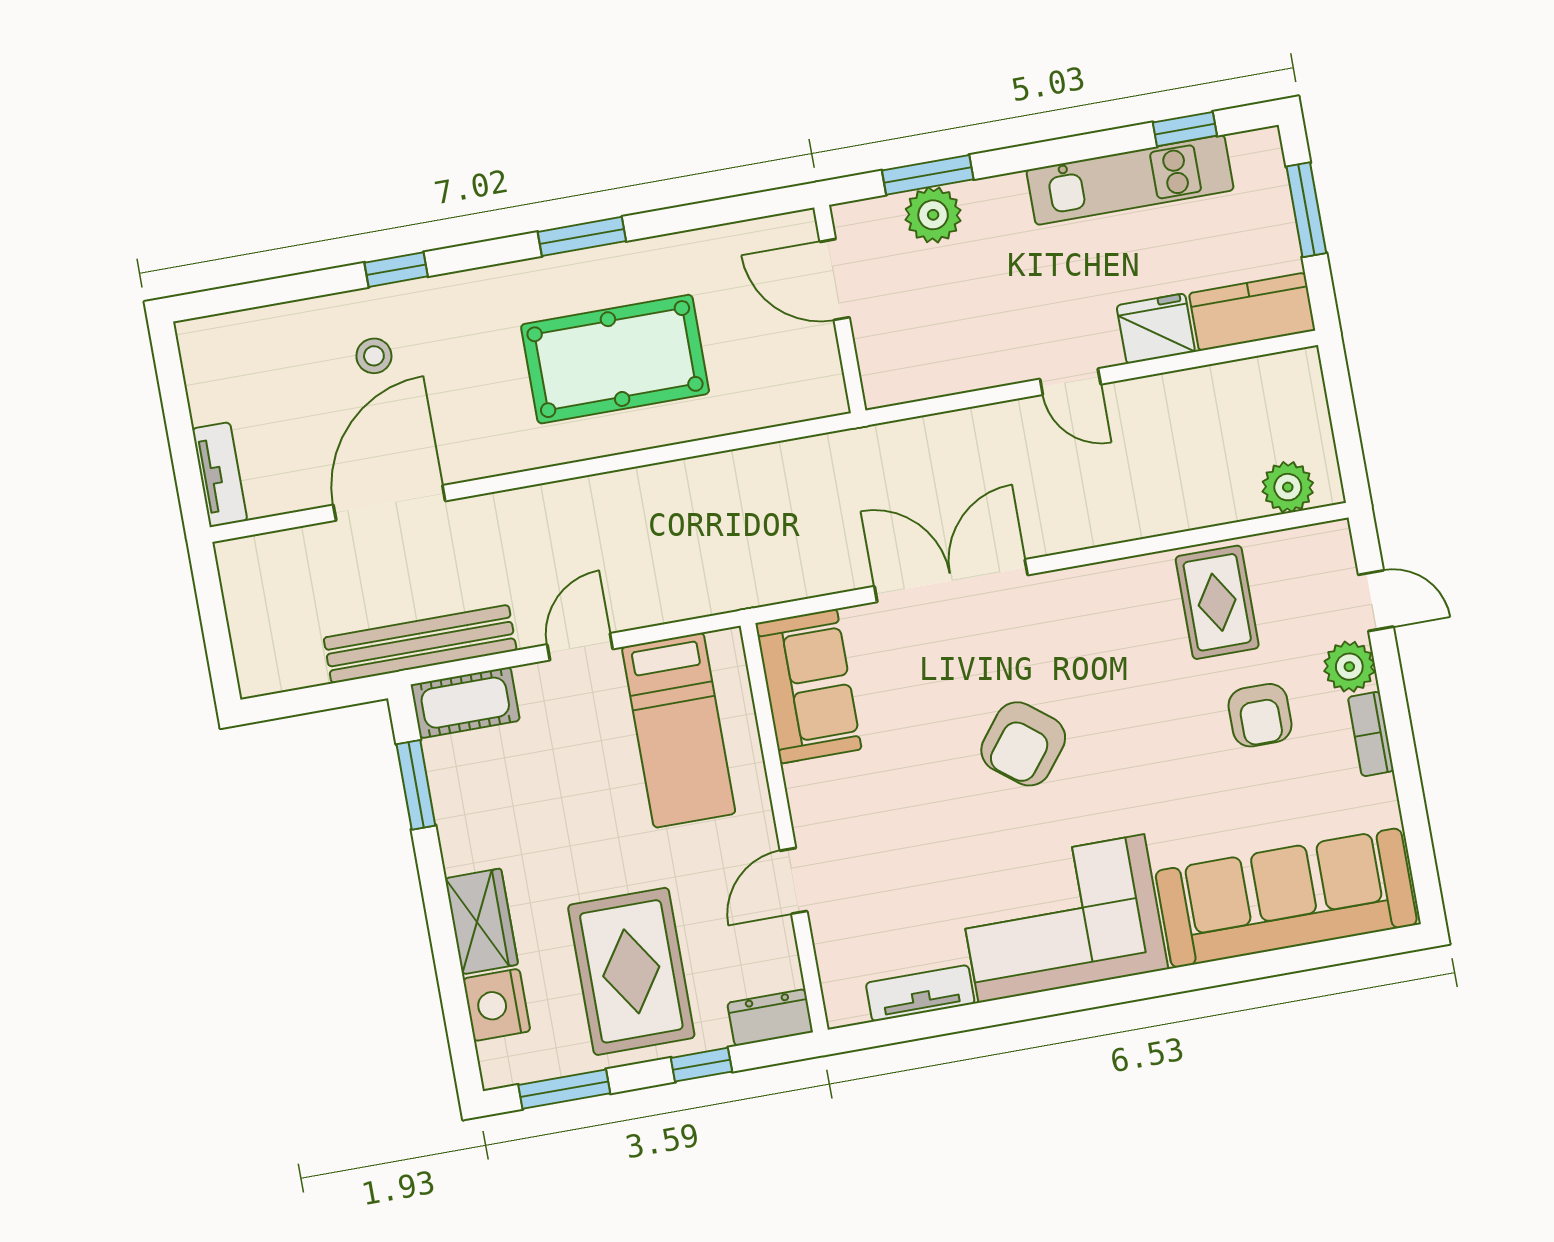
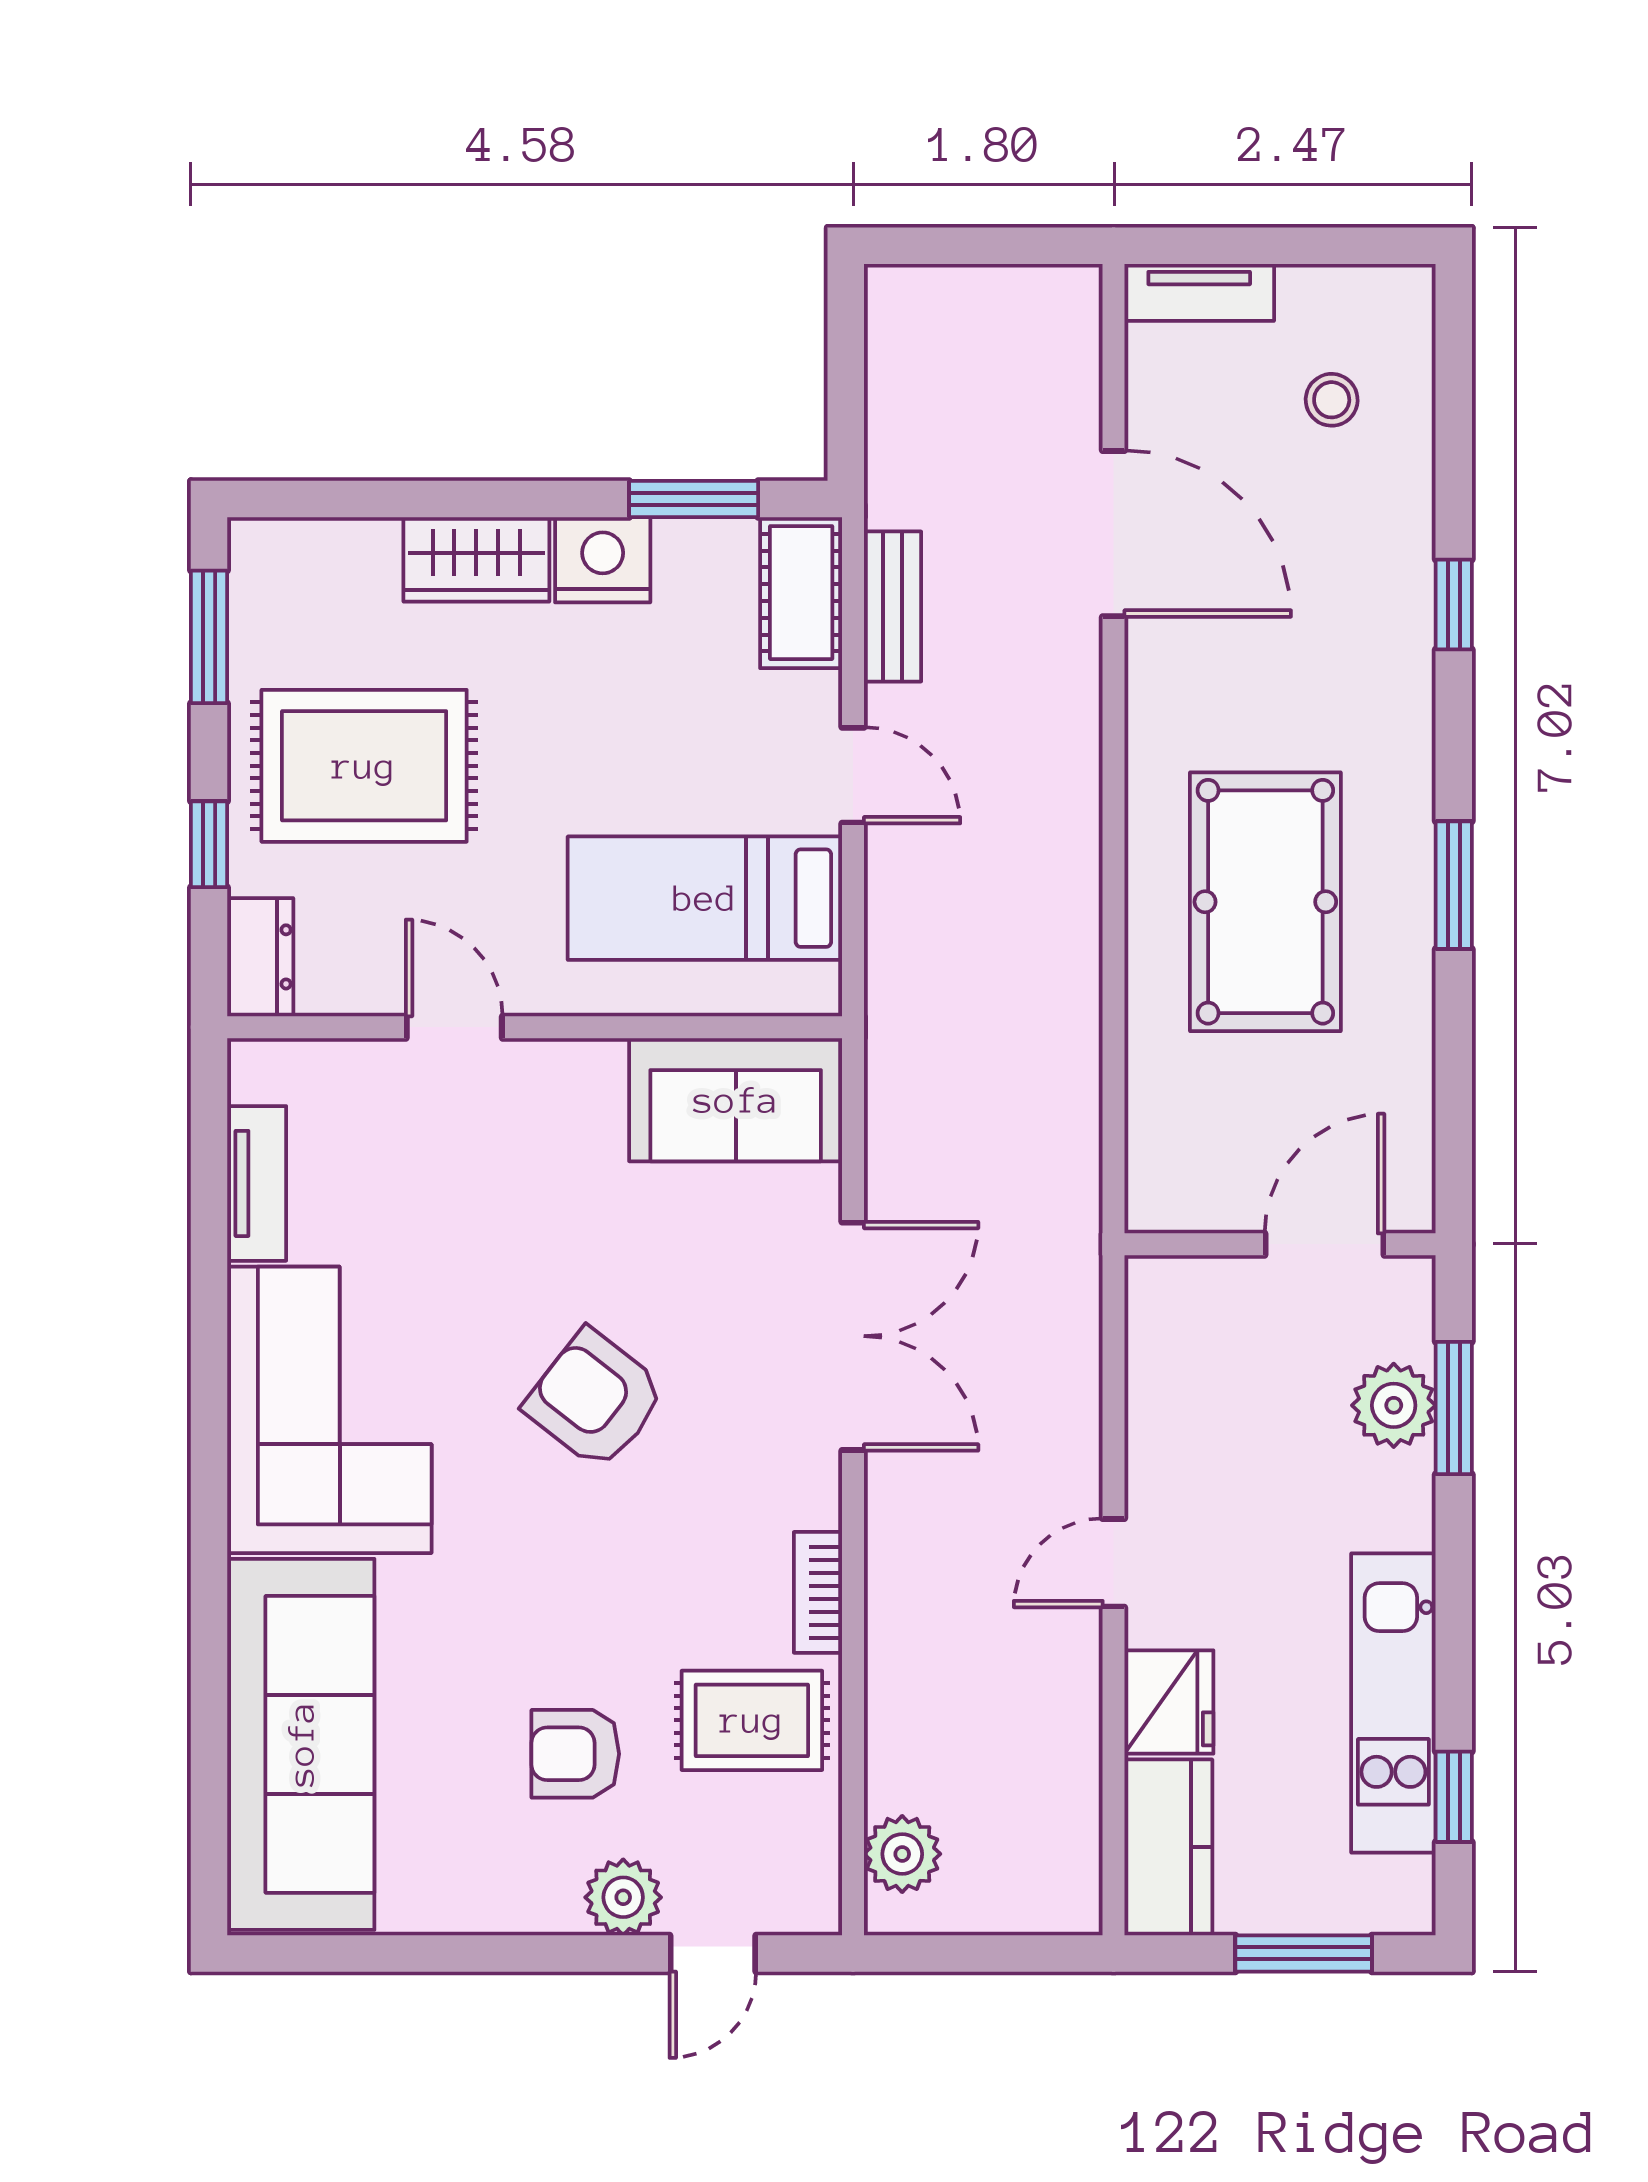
stool: (374, 356) -> (1332, 400), moved
bench: (420, 644) -> (893, 607), width x0.54, depth x0.82
bookcase: (1371, 734) -> (818, 1592), moved, turned -90
nightstand: (497, 1005) -> (603, 560), moved

